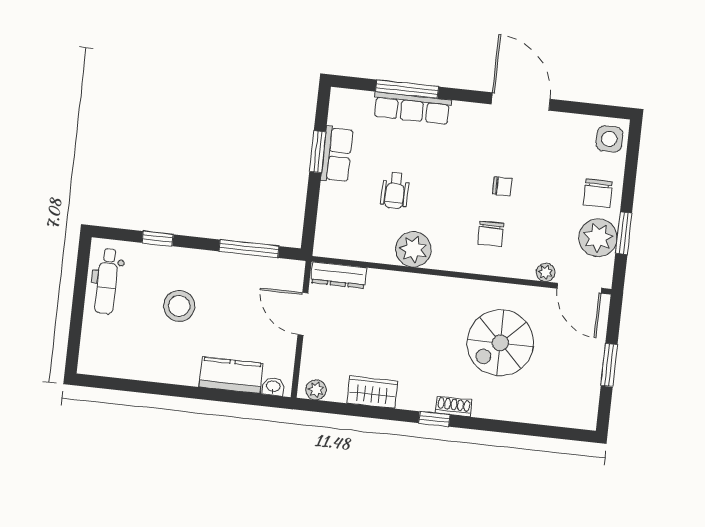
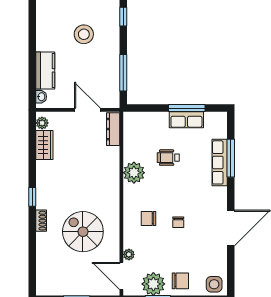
window: (318, 152) -> (187, 108), width x1.44
chair: (598, 193) -> (180, 281), turned 180
door: (579, 288) -> (121, 276), hinge flipped
door: (303, 314) -> (87, 110), hinge flipped
wardrobe: (372, 392) -> (44, 145), moved
shoe rack: (454, 407) -> (41, 221), moved

